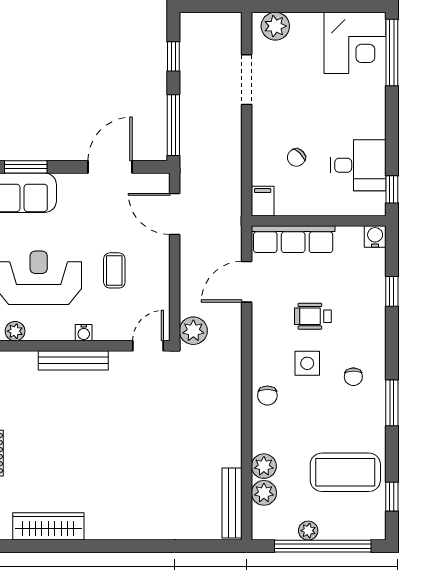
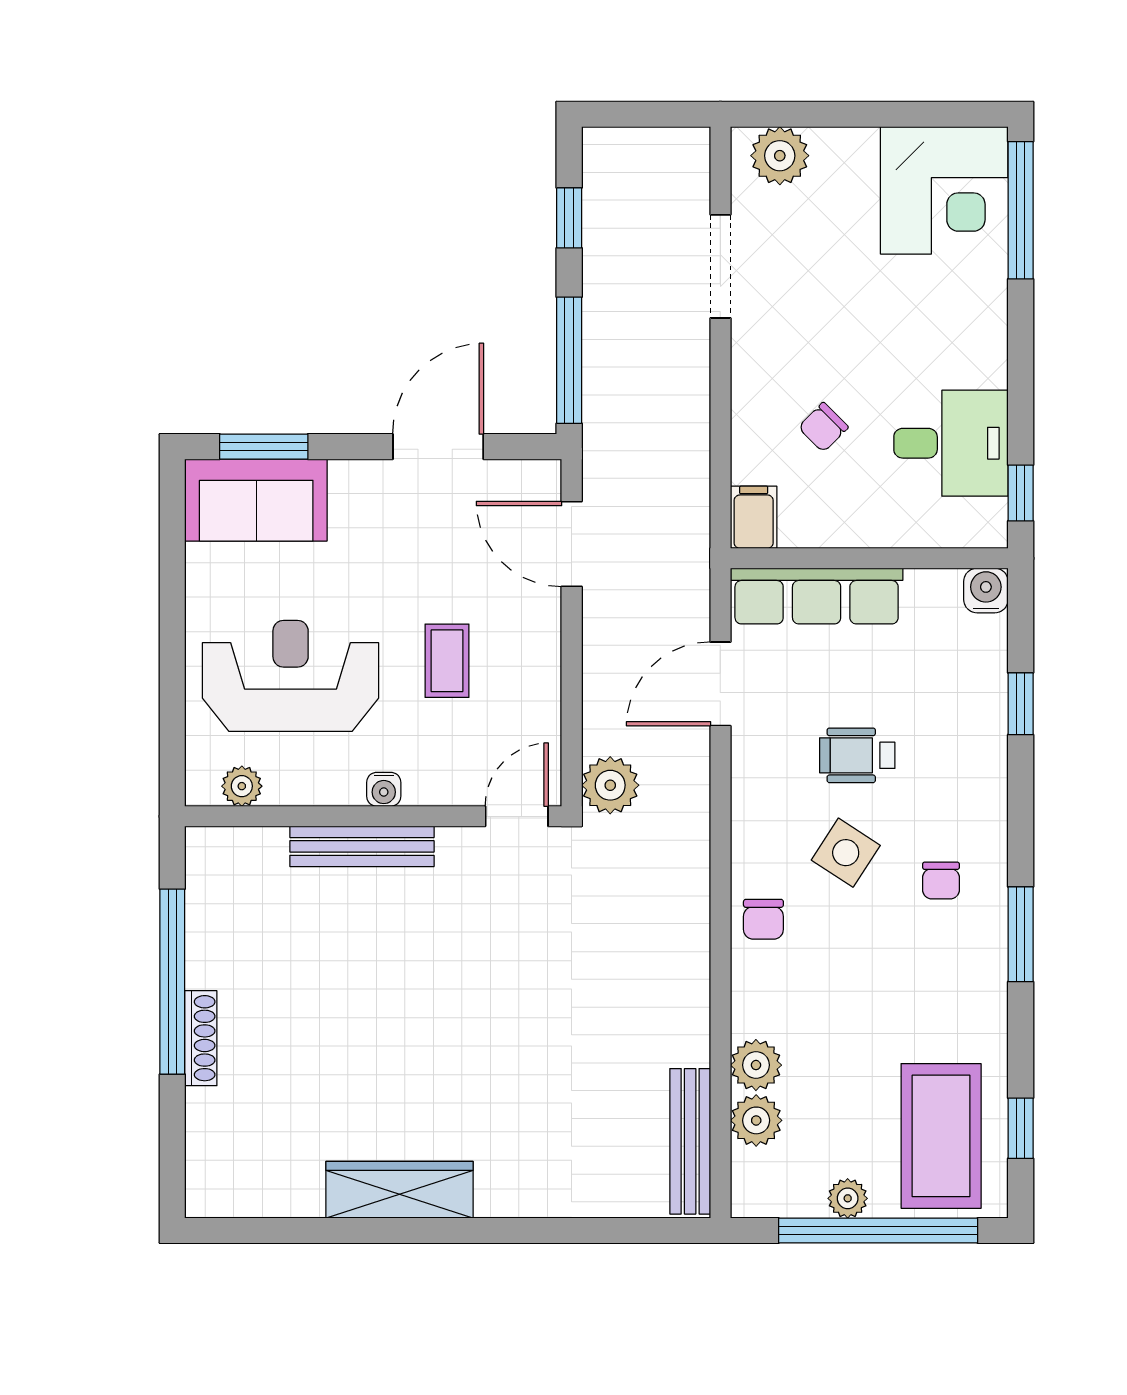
side table: (307, 363) -> (846, 853), turned 33
coffee table: (345, 472) -> (941, 1136), moved, turned 90
wardrobe: (48, 526) -> (399, 1190), moved

